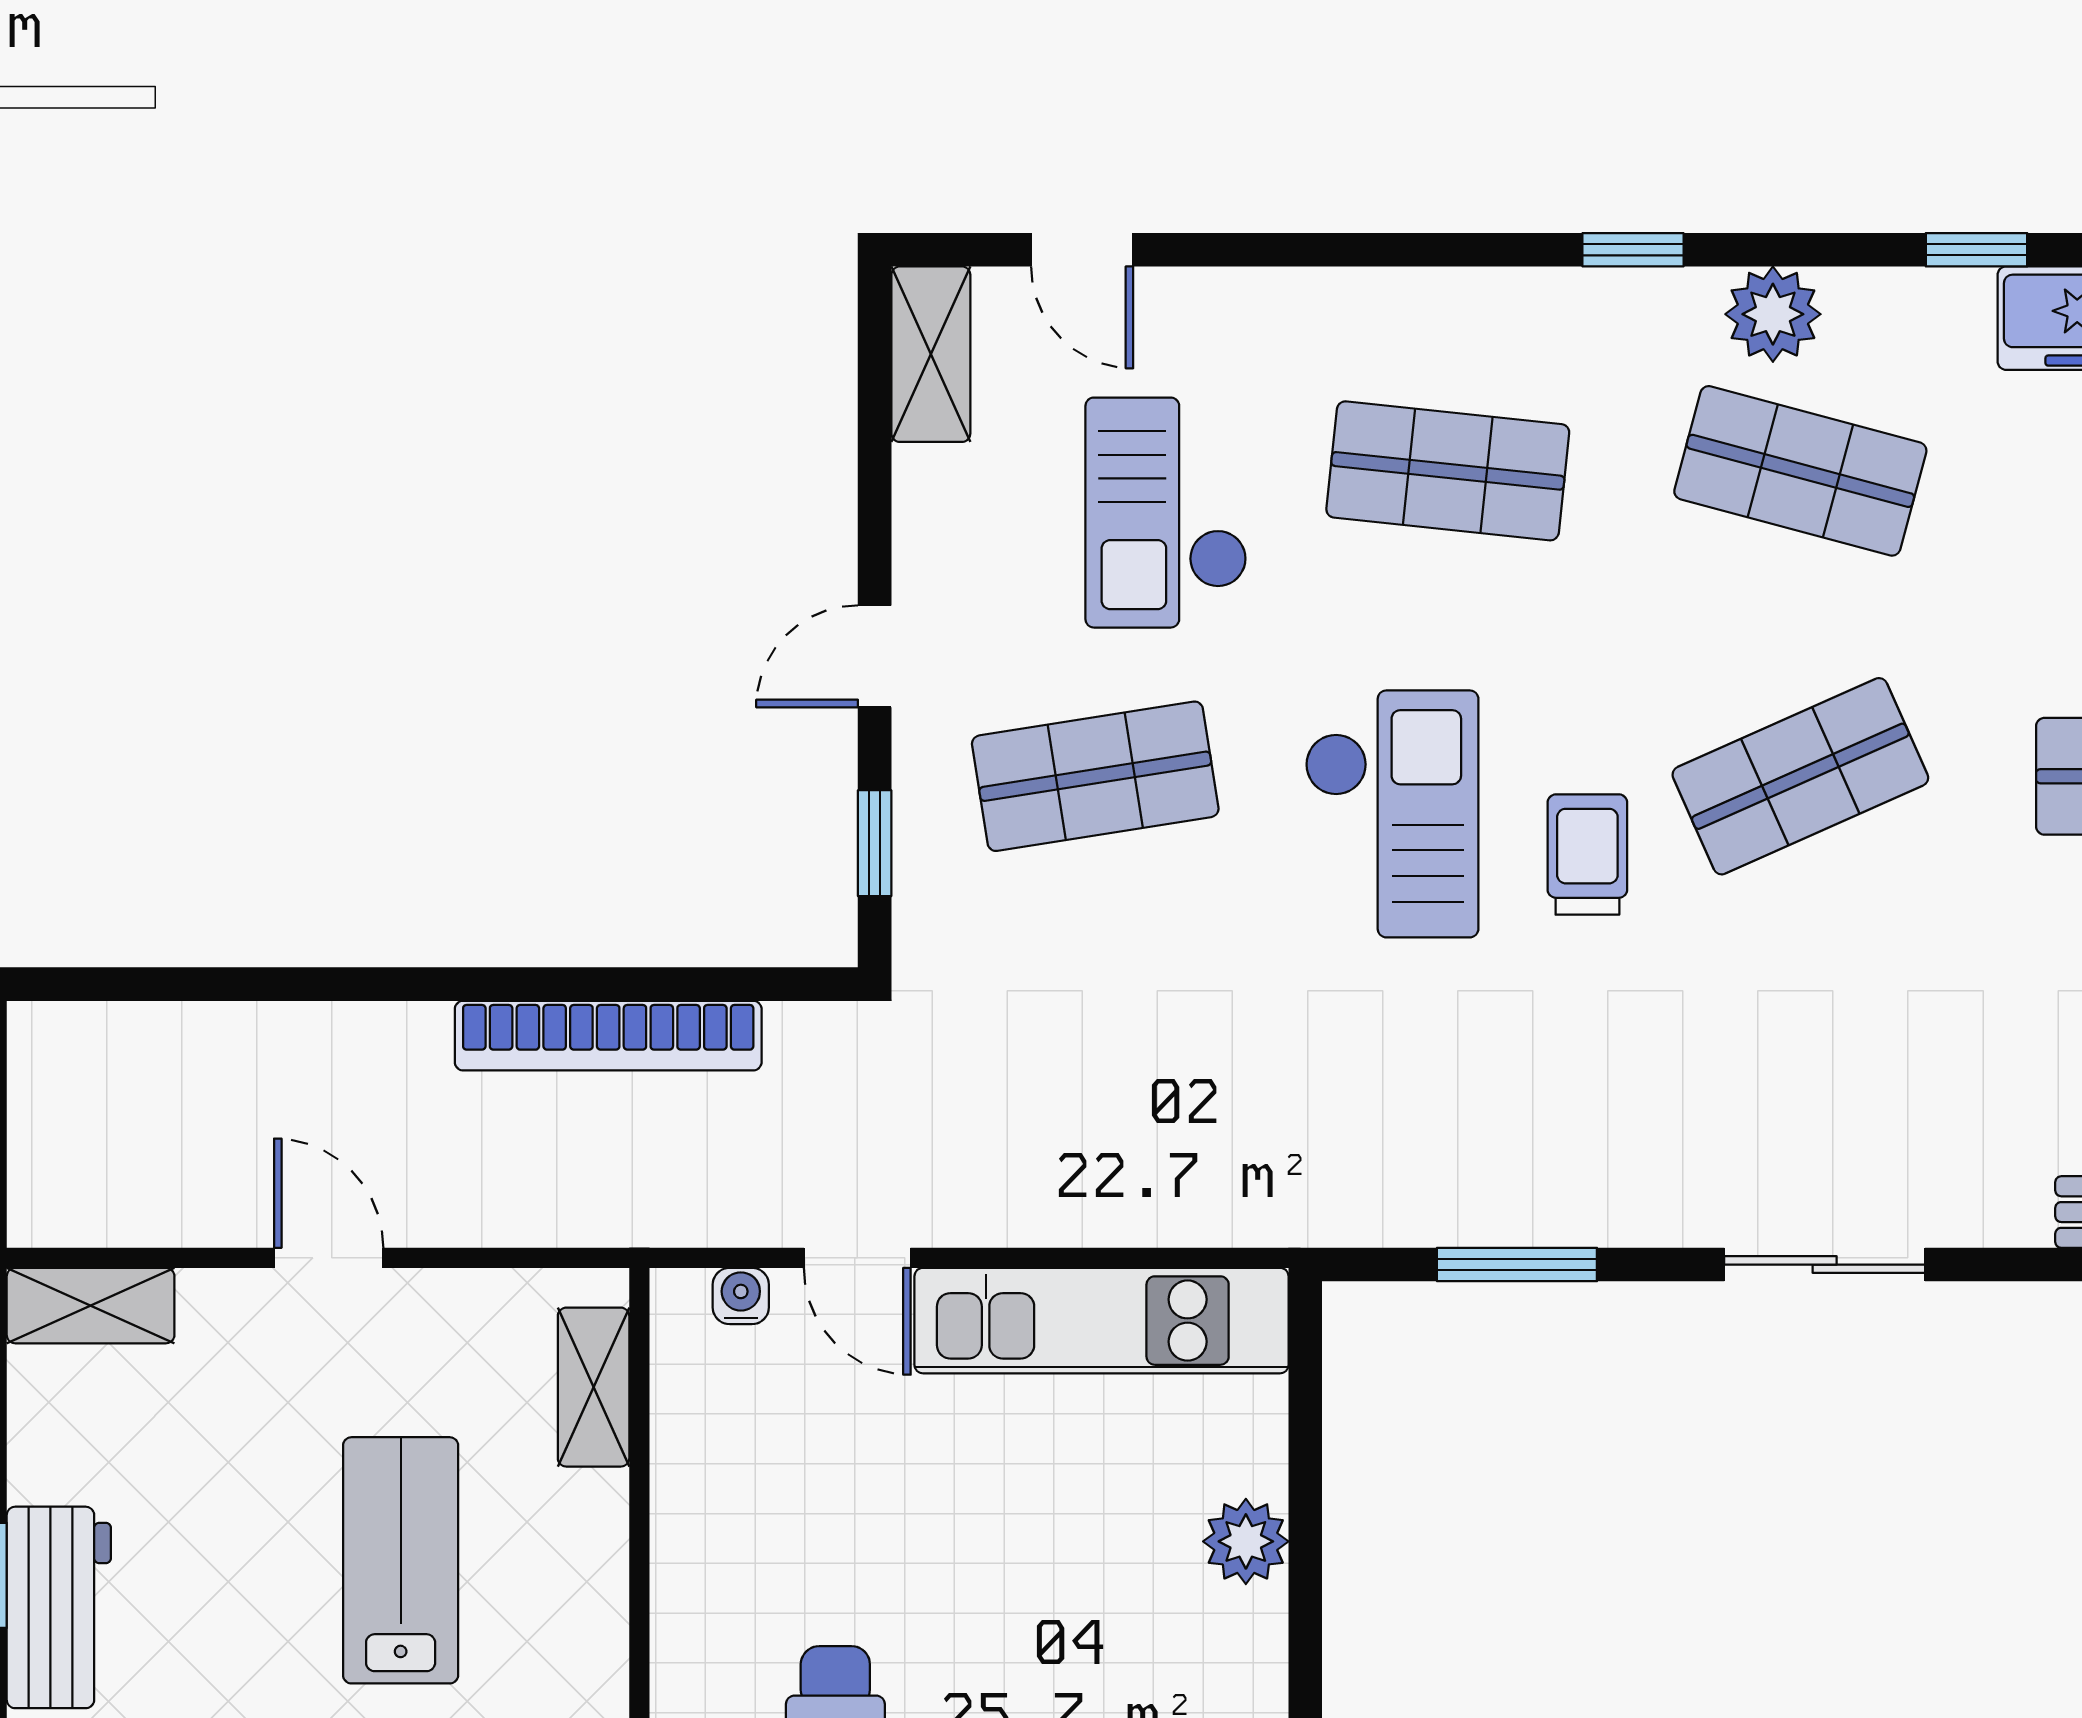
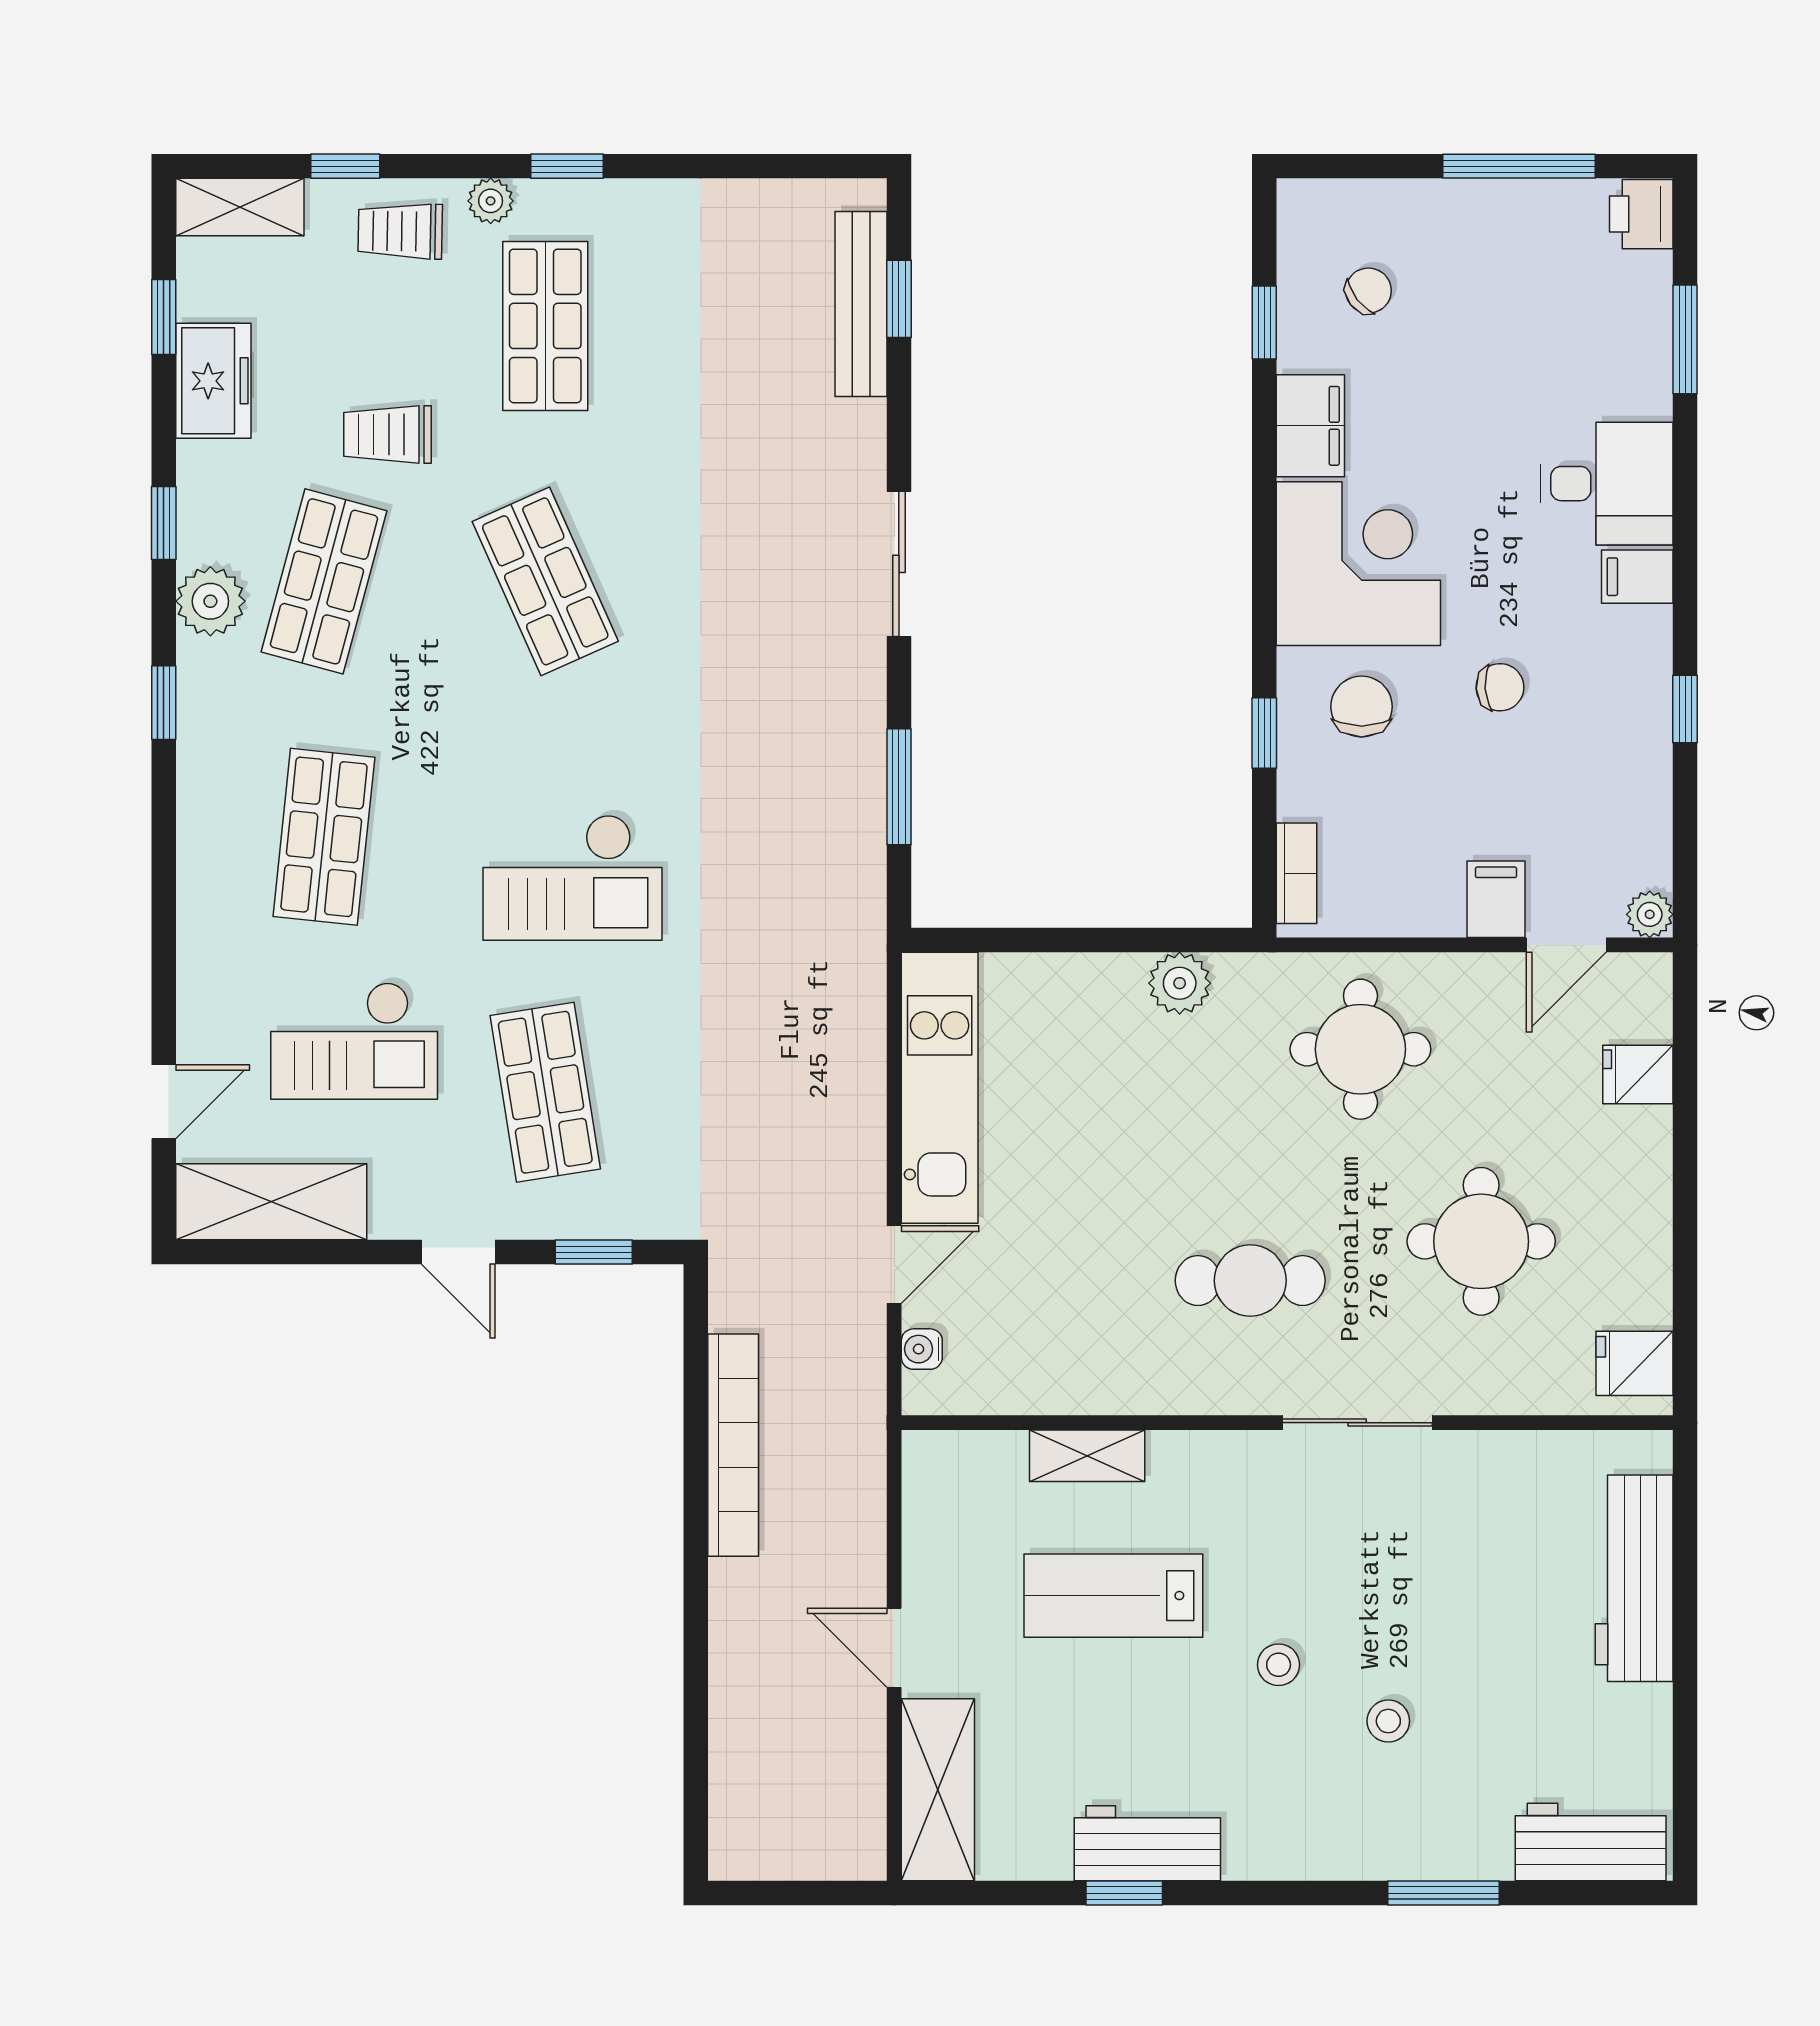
window: (1976, 250) -> (164, 523), moved
shelving: (931, 354) -> (271, 1202), width x1.50, depth x1.33
checkout: (1392, 814) -> (573, 878), turned 180
trolley: (1587, 855) -> (387, 434), moved
door: (329, 1258) -> (894, 1648), hinge flipped
shelving: (91, 1306) -> (938, 1790), width x1.50, depth x1.33
shelving: (594, 1387) -> (1087, 1456), moved
plant: (1246, 1541) -> (1180, 983), moved

